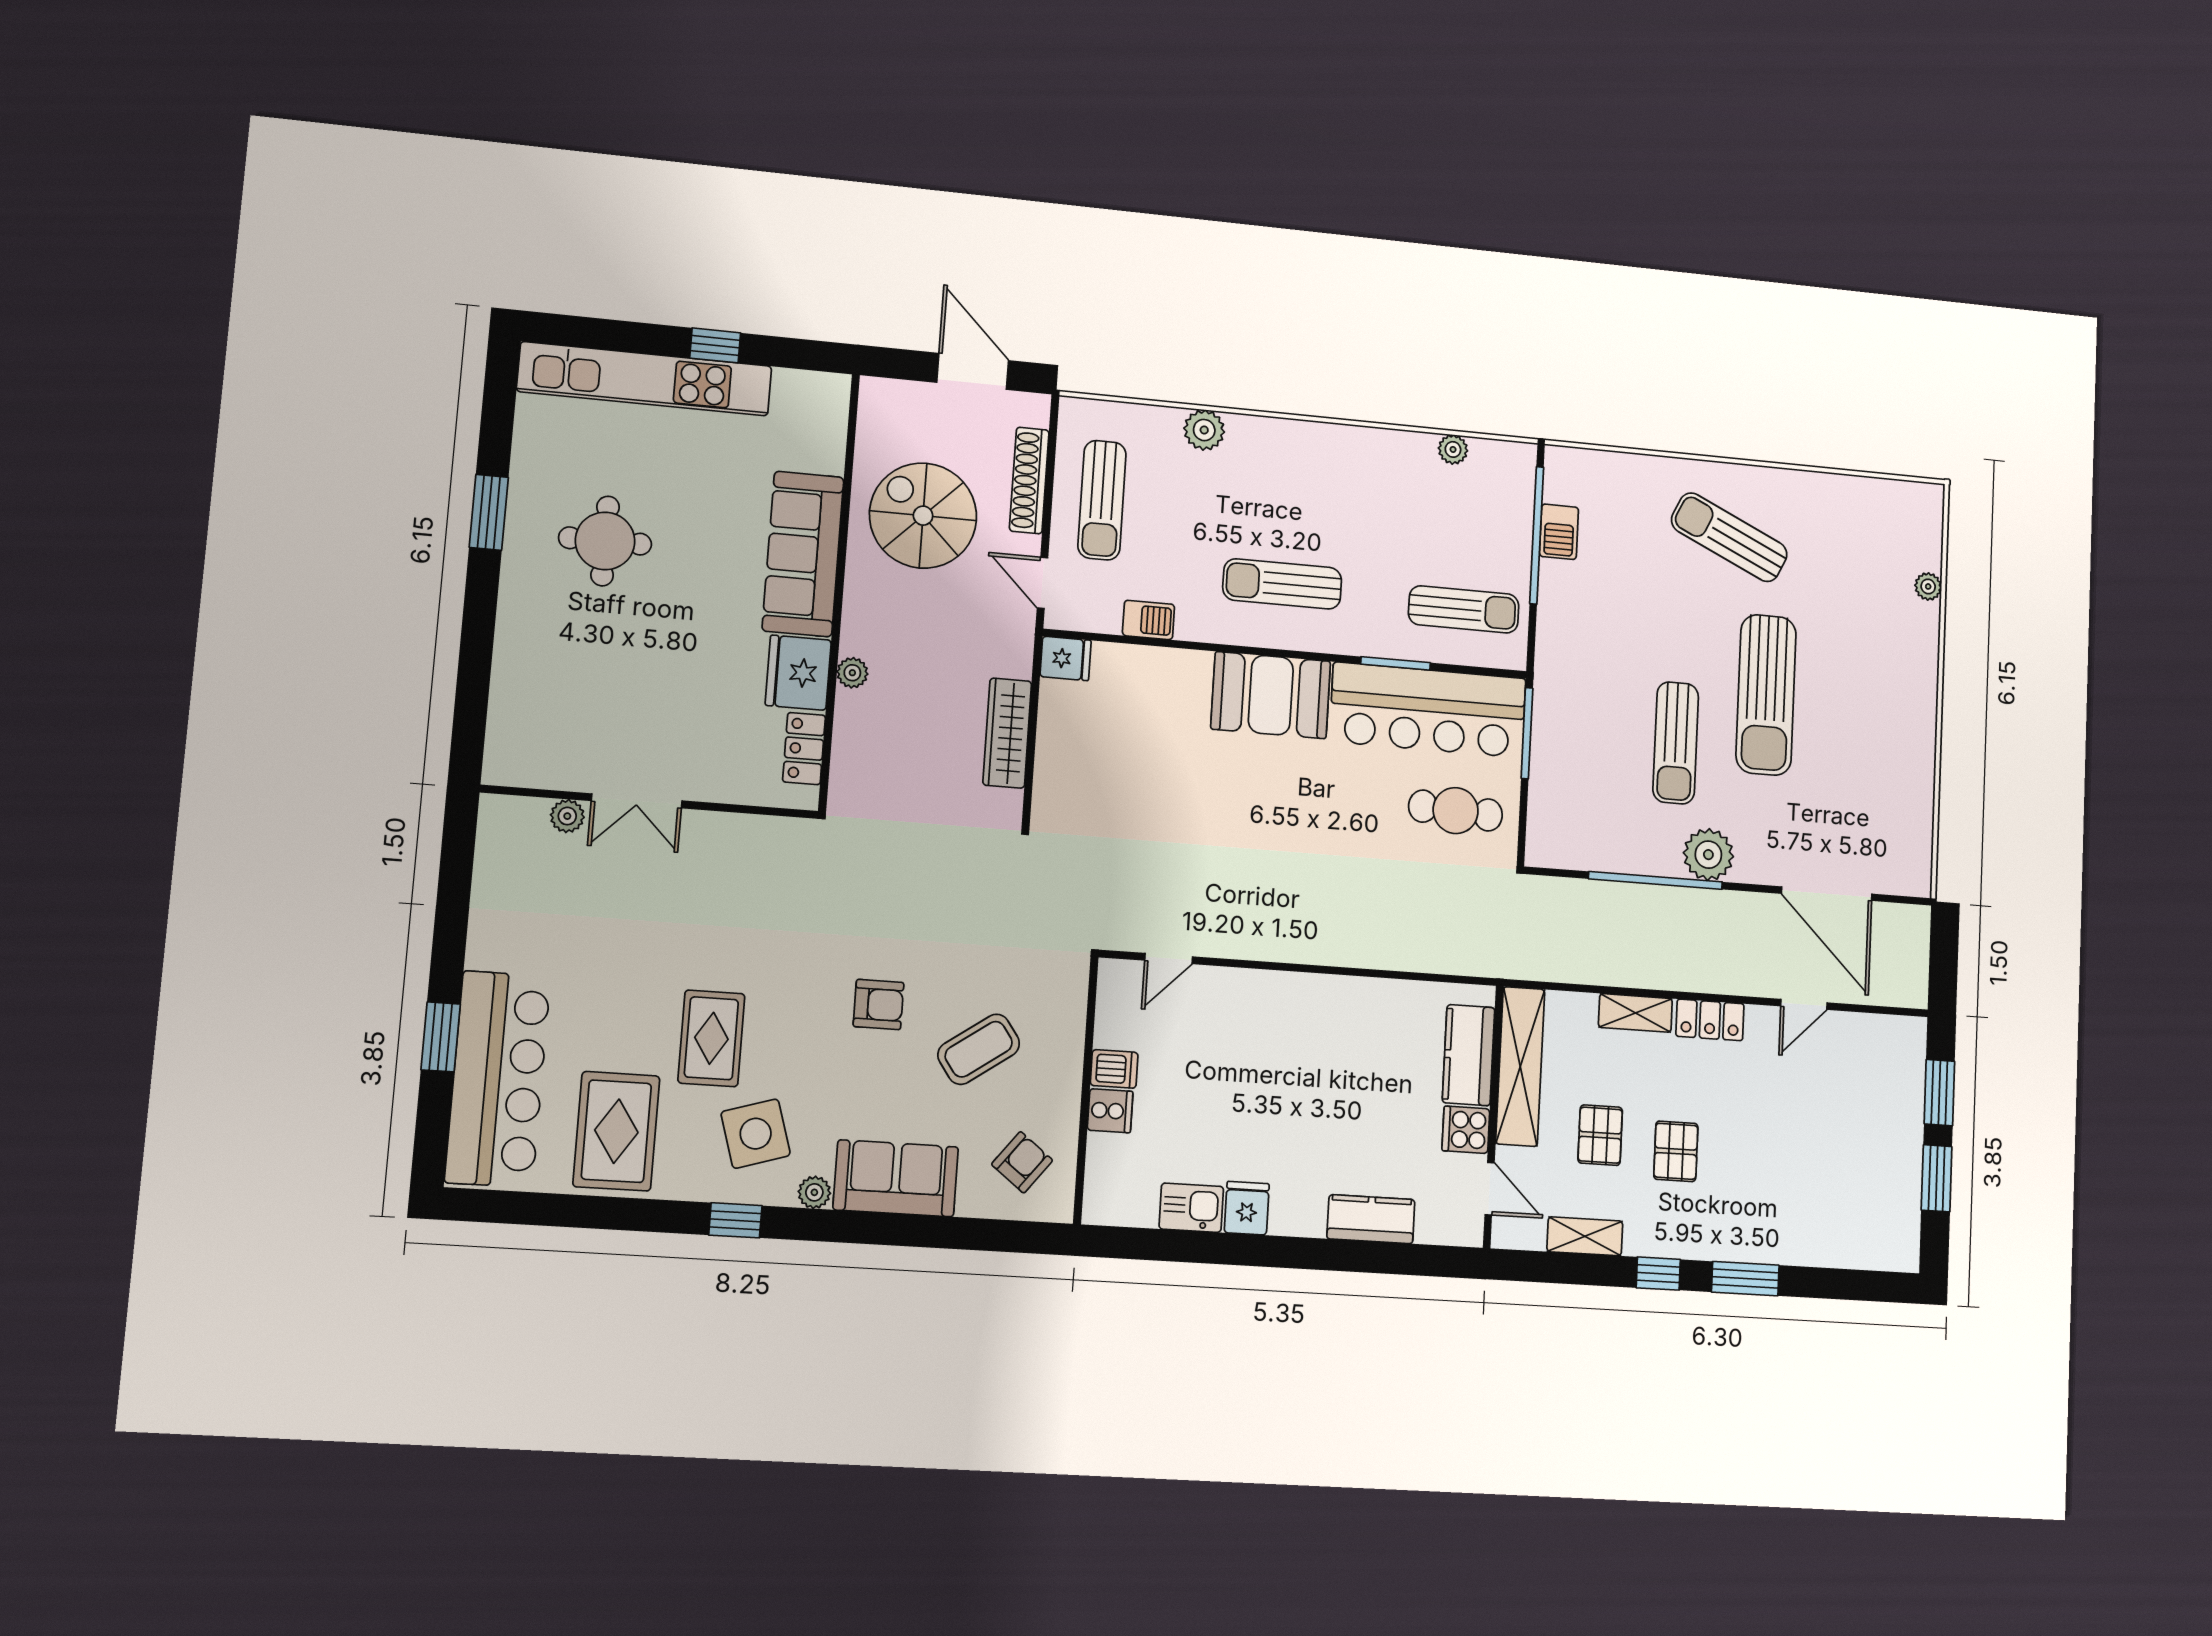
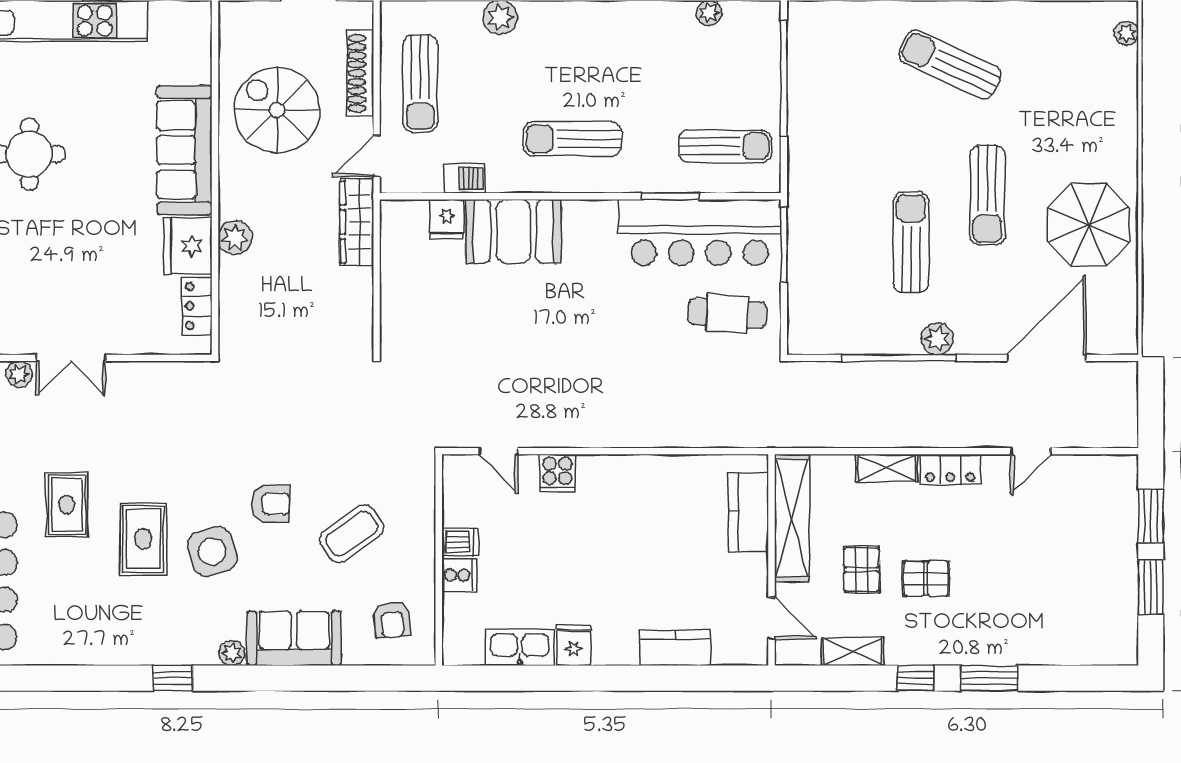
barbecue: (1559, 532) -> (803, 74), removed
door: (1042, 583) -> (377, 156), hinge flipped
plant: (1928, 586) -> (1126, 33), moved
fridge: (1066, 658) -> (447, 219), moved, turned 90
plant: (852, 673) -> (235, 238), width x1.38, depth x1.38
booth: (1271, 695) -> (513, 231), moved
sun lounger: (1766, 695) -> (987, 195), width x0.73, depth x0.75
wardrobe: (1007, 733) -> (357, 222), moved
parasol: (1880, 740) -> (1089, 225), added
sun lounger: (1676, 743) -> (911, 242), turned 180
plant: (1708, 855) -> (937, 339), width x0.73, depth x0.73
door: (1827, 894) -> (1047, 358), swing flipped
door: (1169, 959) -> (498, 451), hinge flipped
cooker: (1466, 1130) -> (557, 473), moved, turned -90
rug: (616, 1131) -> (67, 505), moved, width x0.73, depth x0.70
side table: (756, 1134) -> (212, 551), moved
pallet: (1676, 1151) -> (926, 579), turned 90
armchair: (1022, 1162) -> (392, 620), turned 136
kitchen sink: (1191, 1208) -> (520, 647), width x1.38

